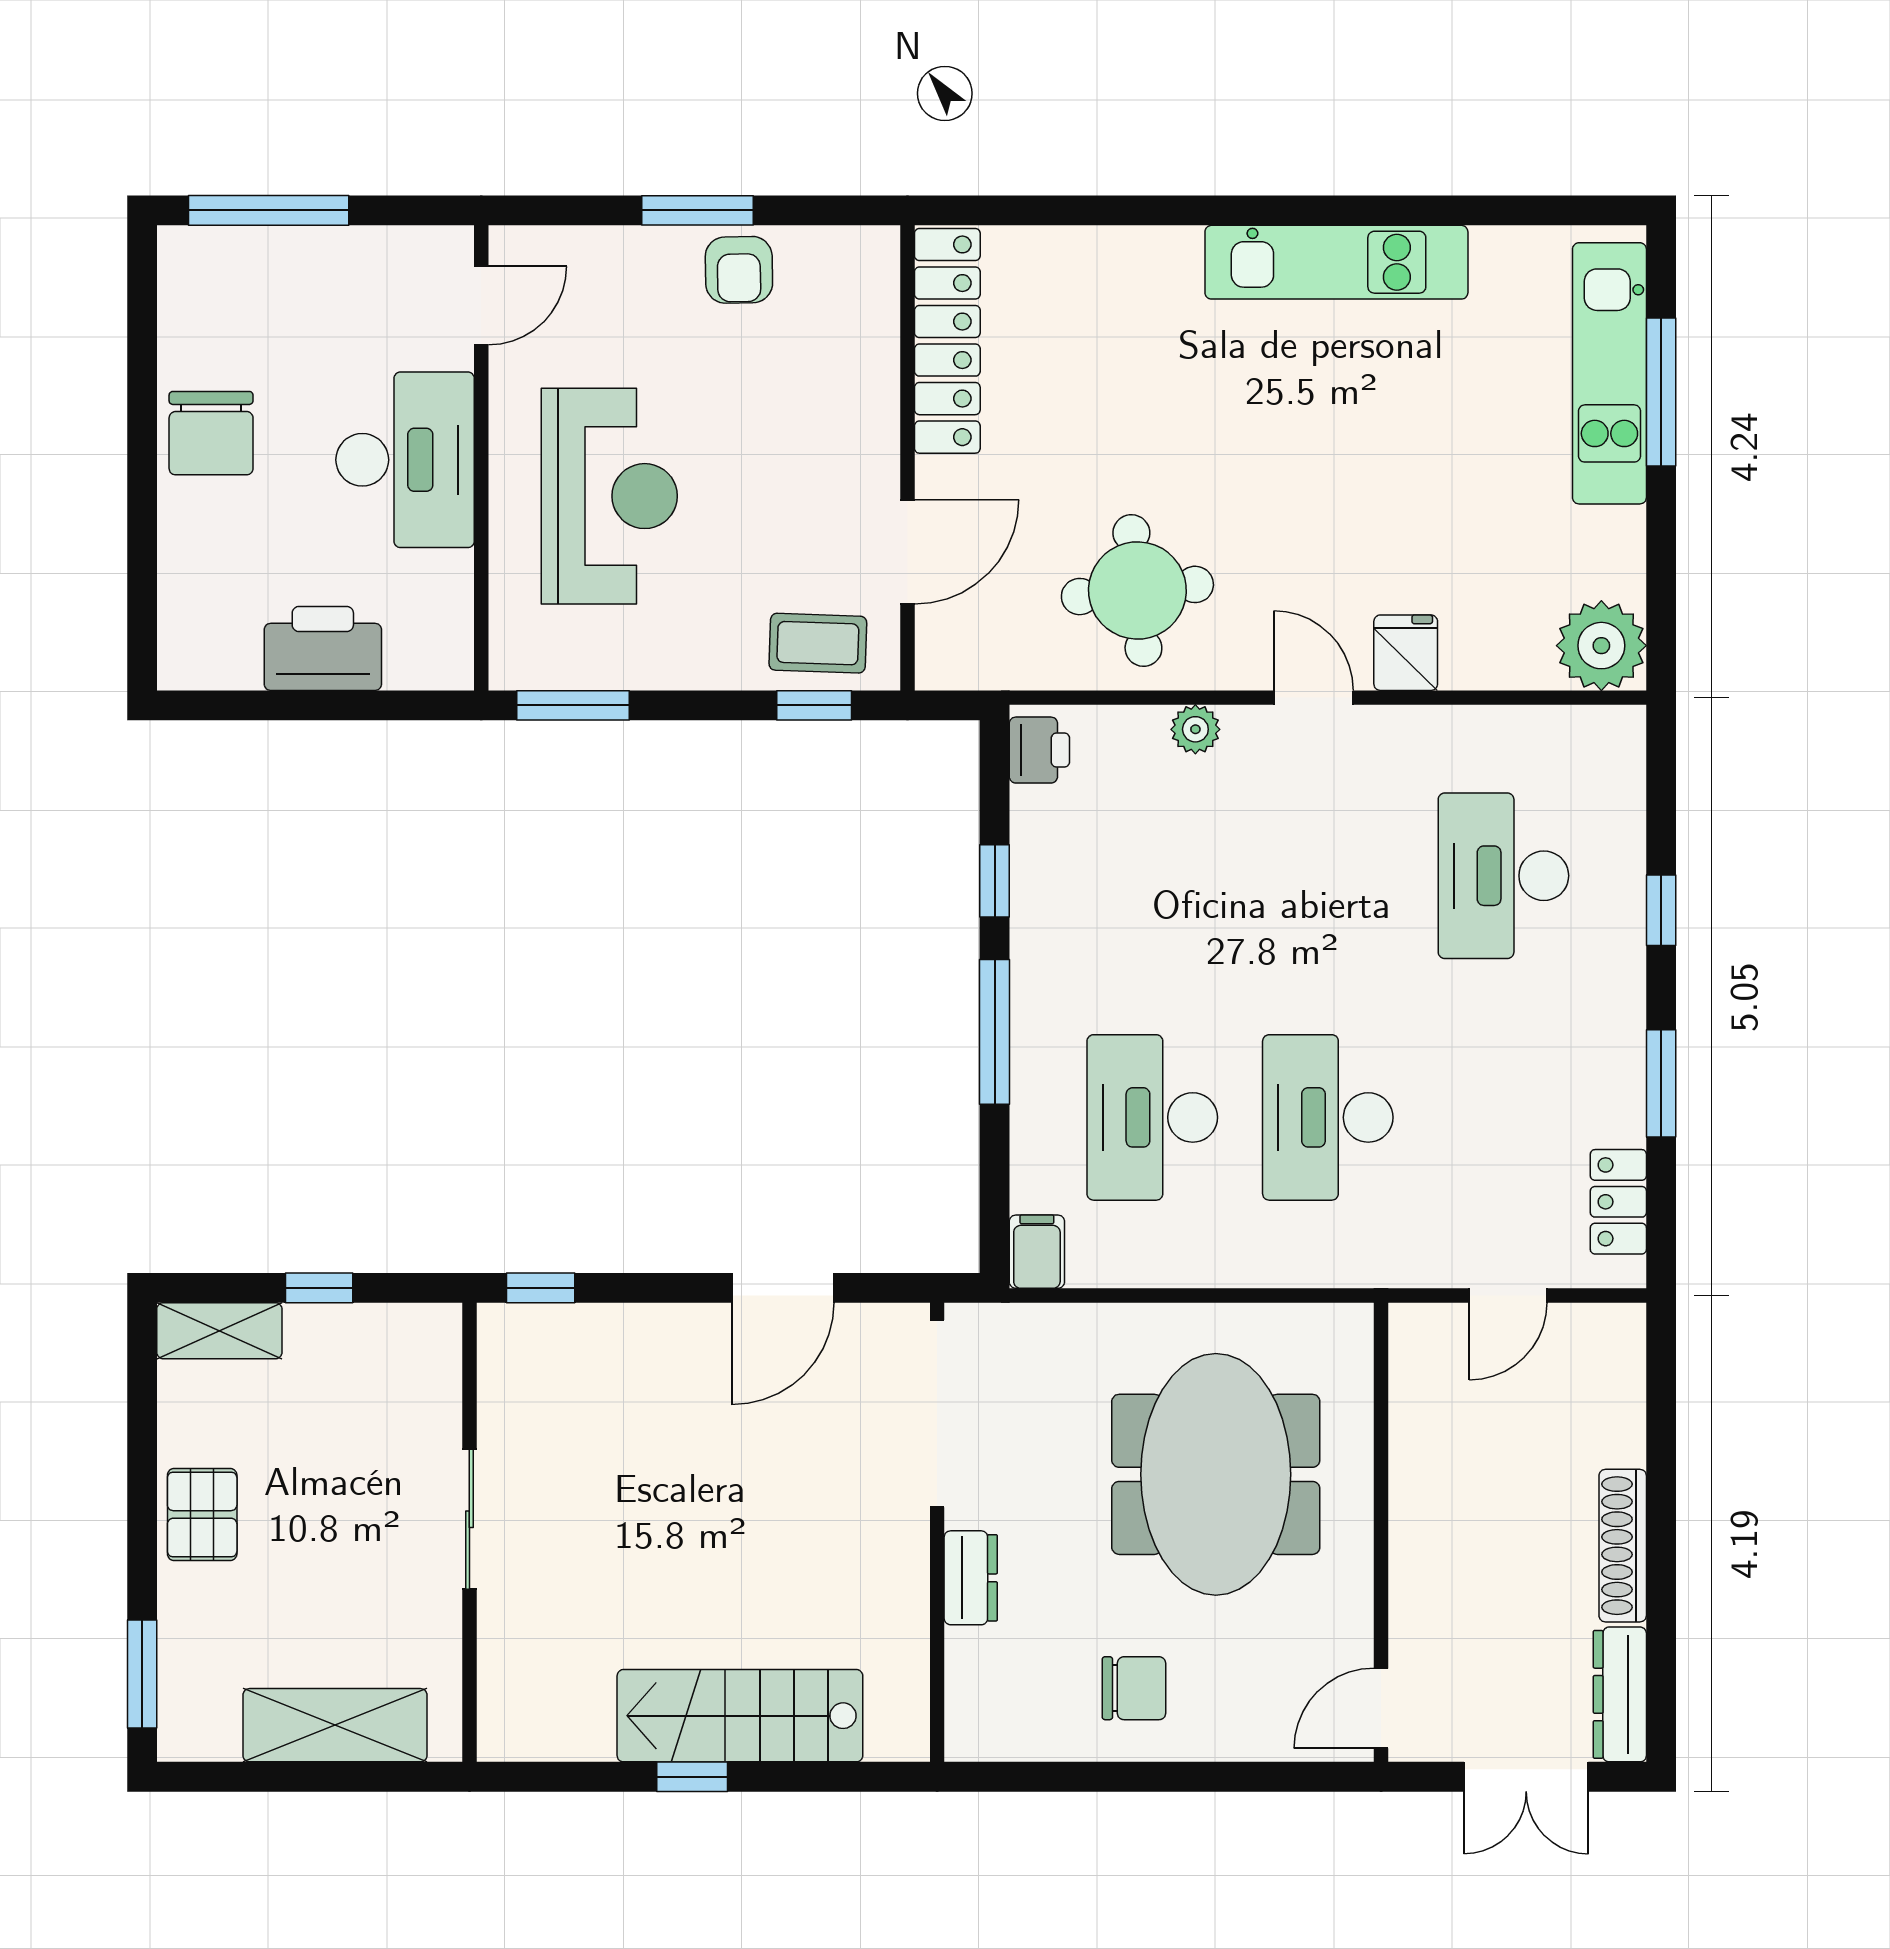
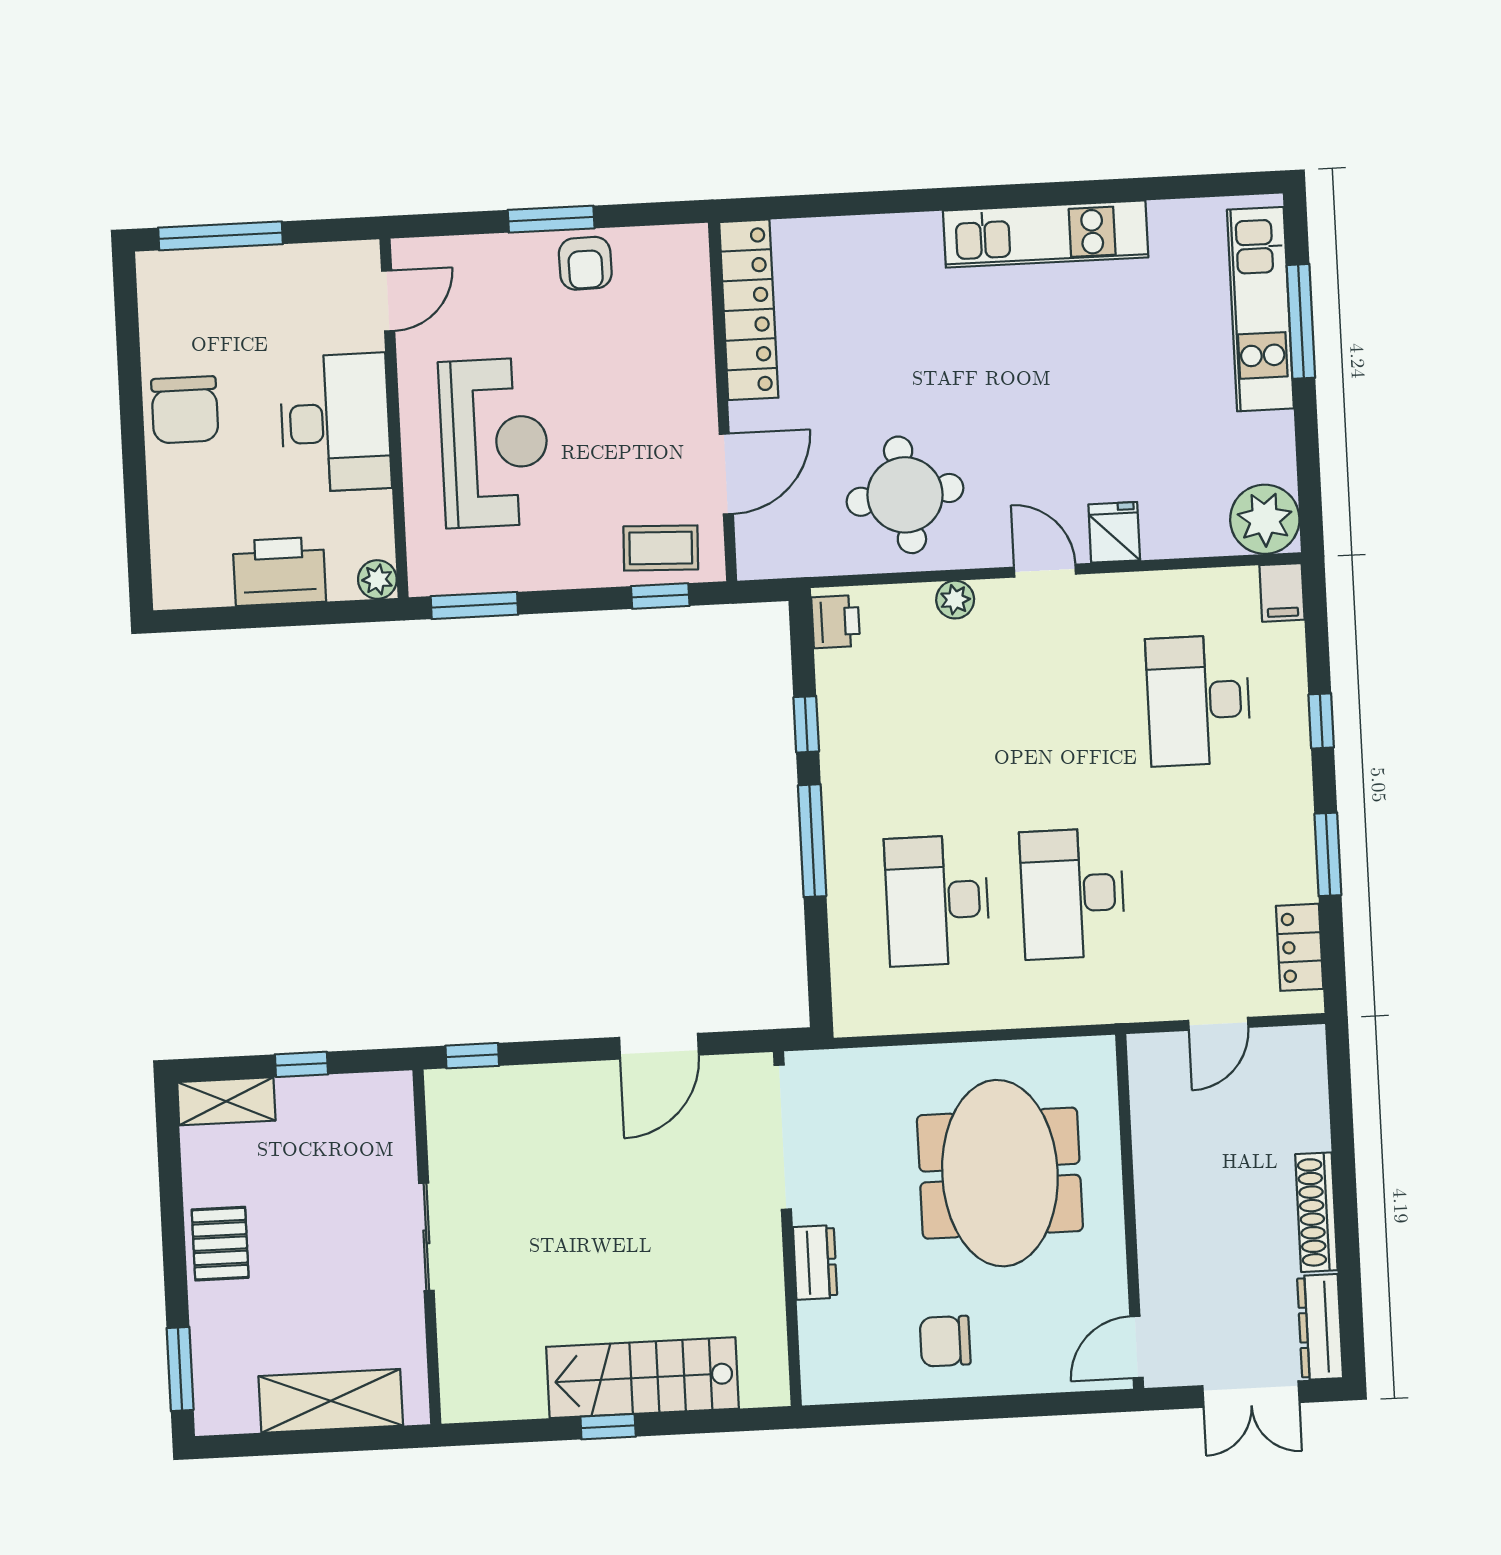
plant: (449, 665) -> (377, 580), added
filing cabinet: (1037, 1252) -> (1282, 592), moved, turned 180
chair: (1134, 1688) -> (945, 1341), turned 180

